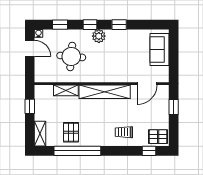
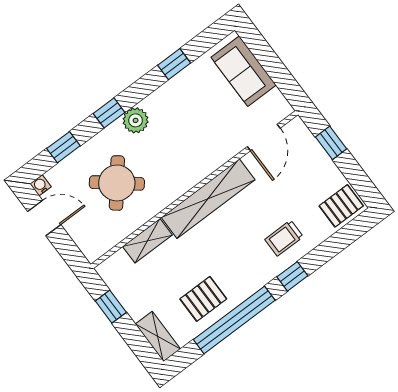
window: (119, 25) -> (174, 64), moved
round table: (71, 56) -> (117, 183), turned 34
pallet: (71, 132) -> (203, 299), turned 90
window: (149, 151) -> (292, 276), moved

